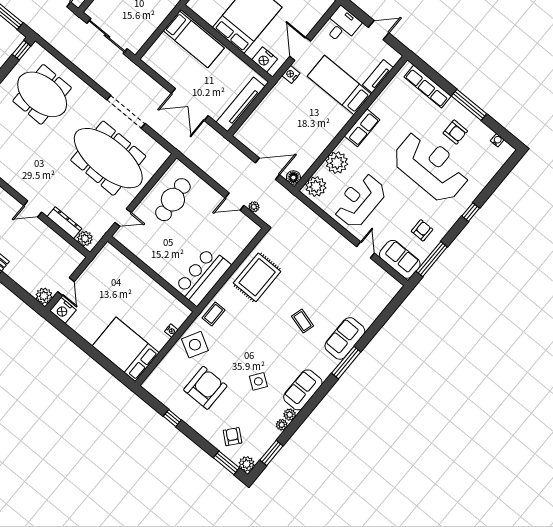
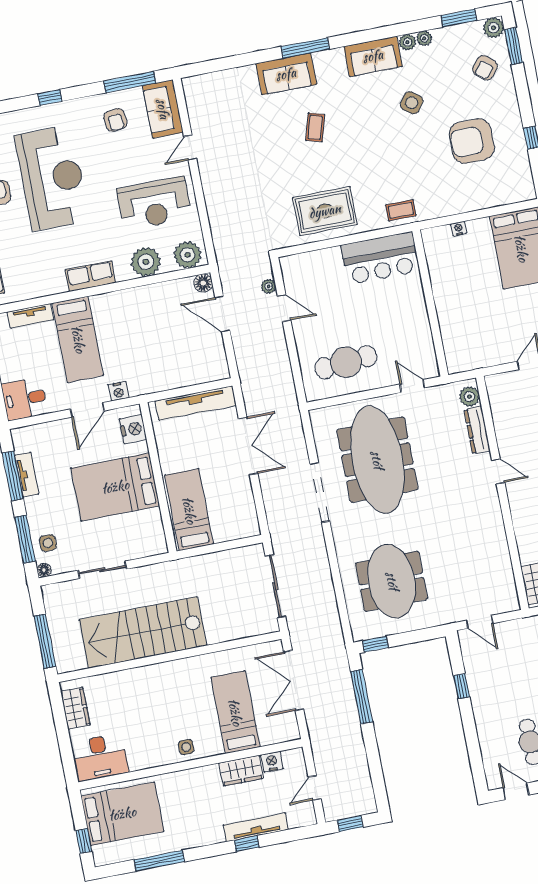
reception desk: (431, 167) -> (52, 178), turned 180
armchair: (422, 230) -> (115, 120), turned -97
side table: (195, 345) -> (446, 194), removed

